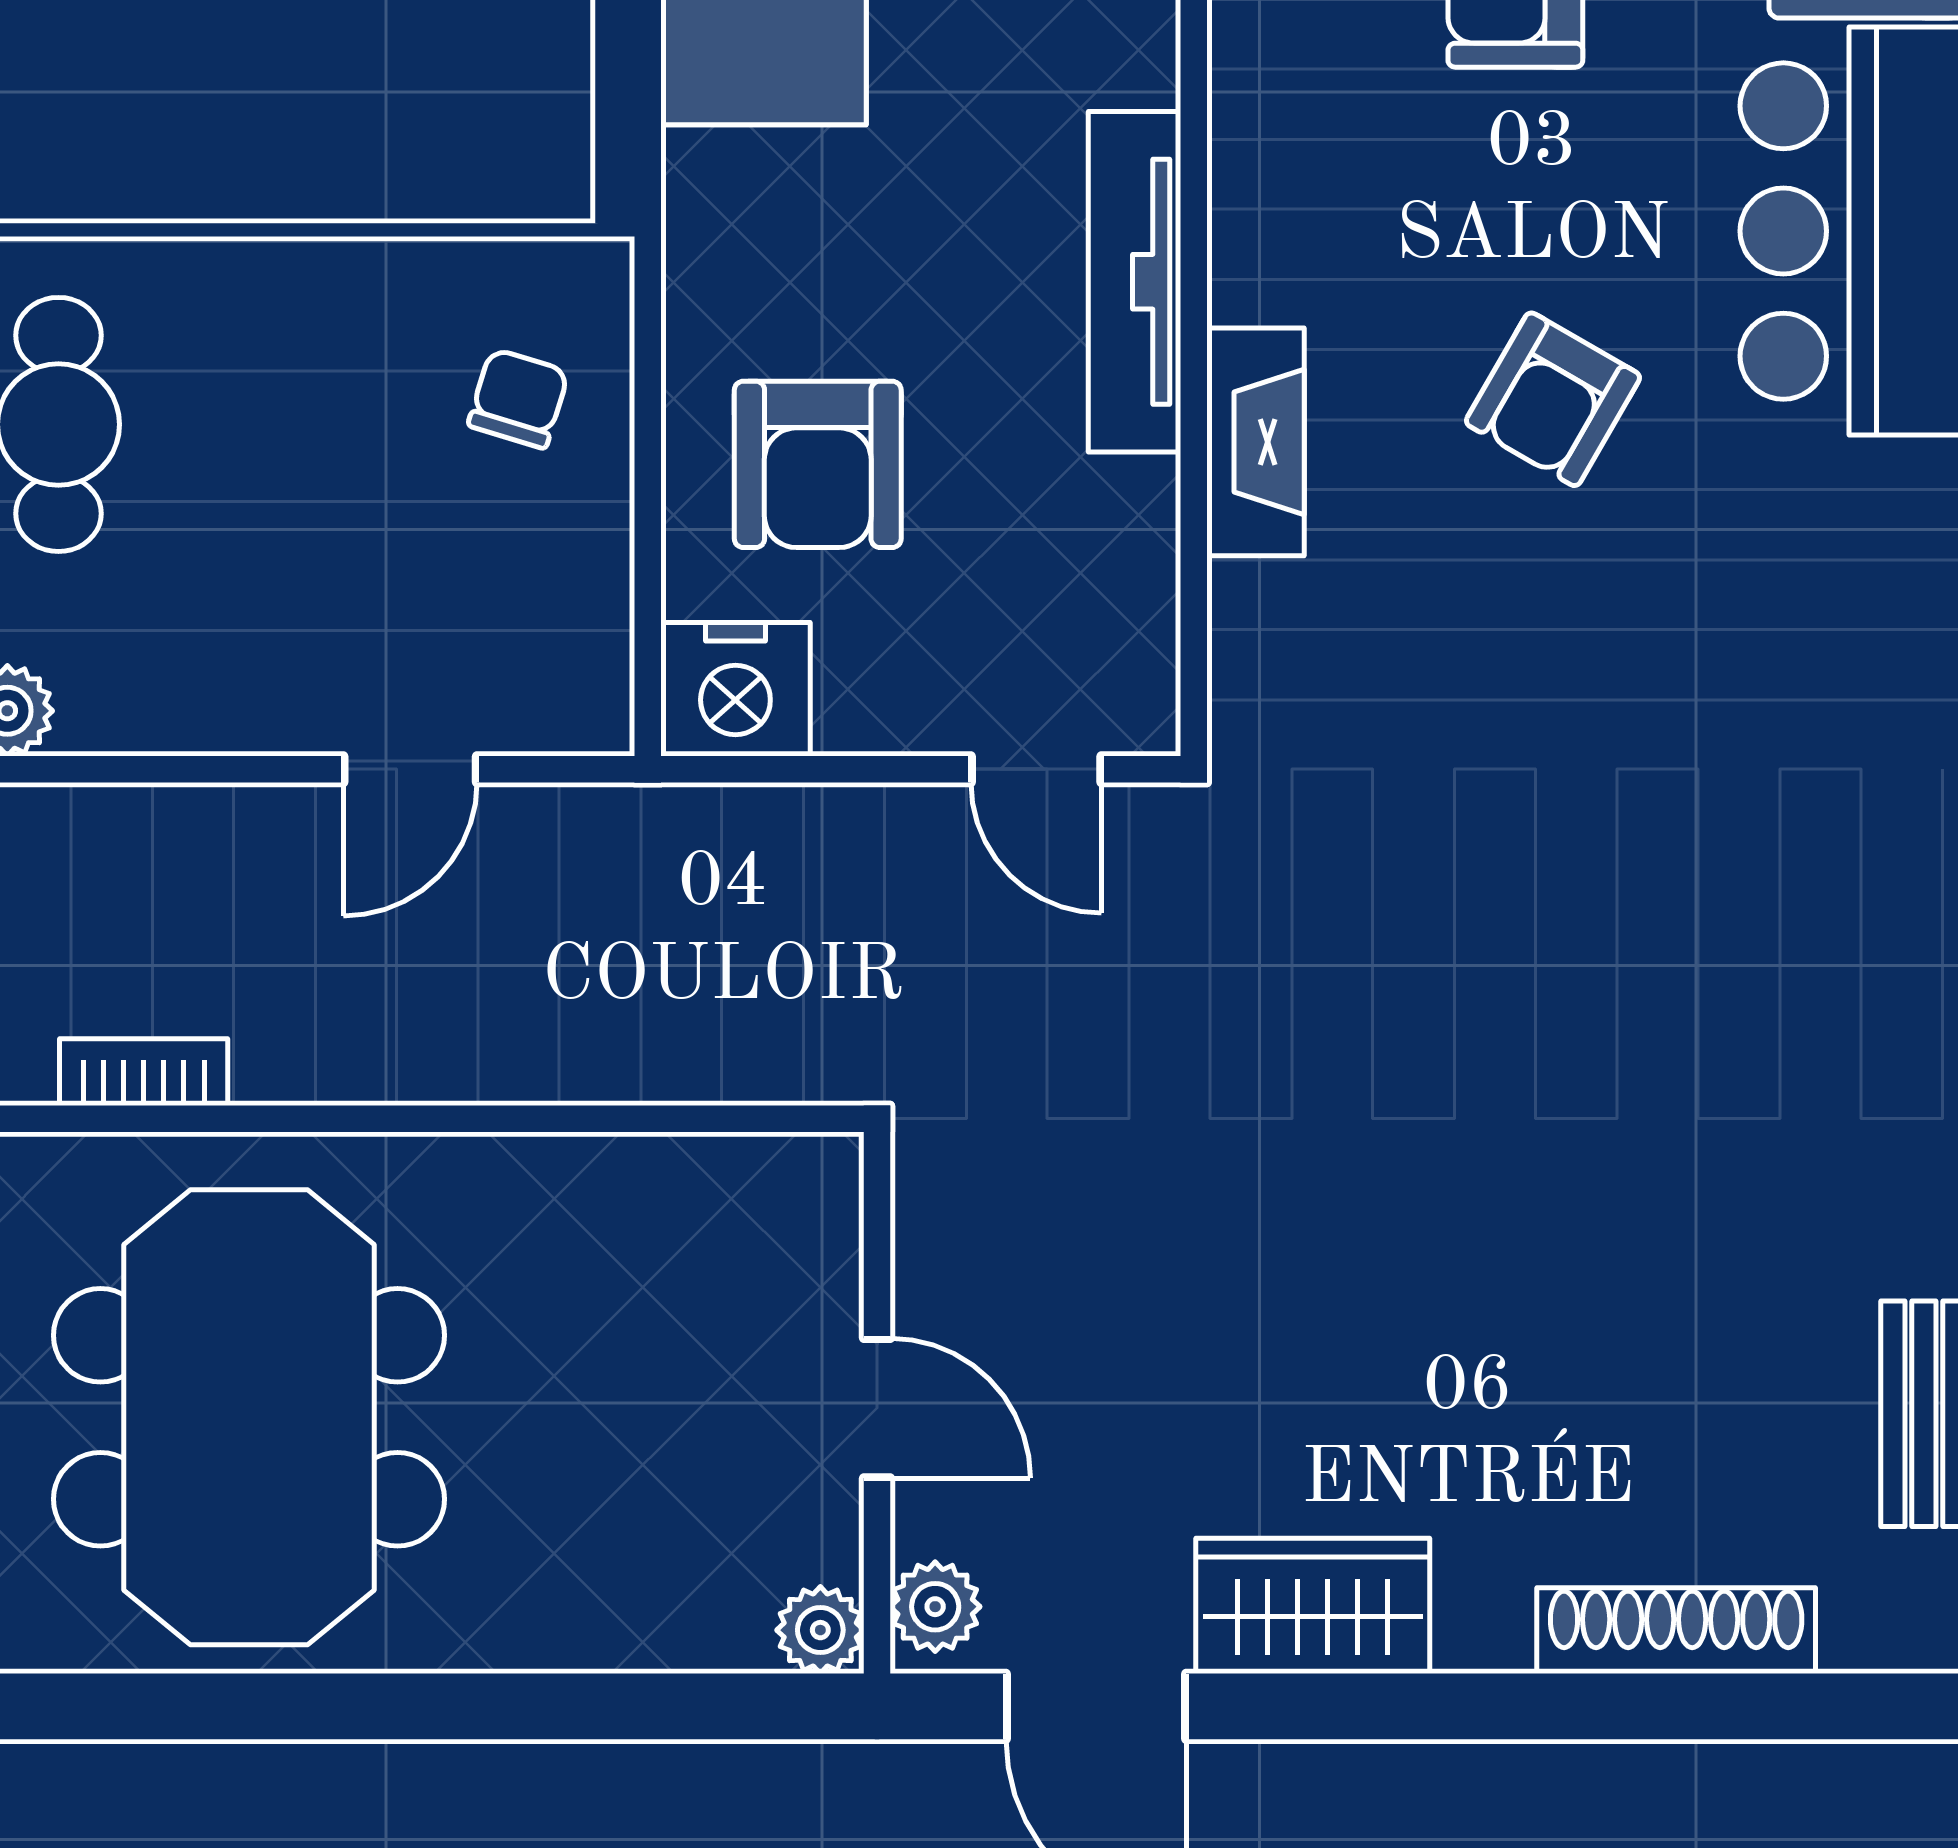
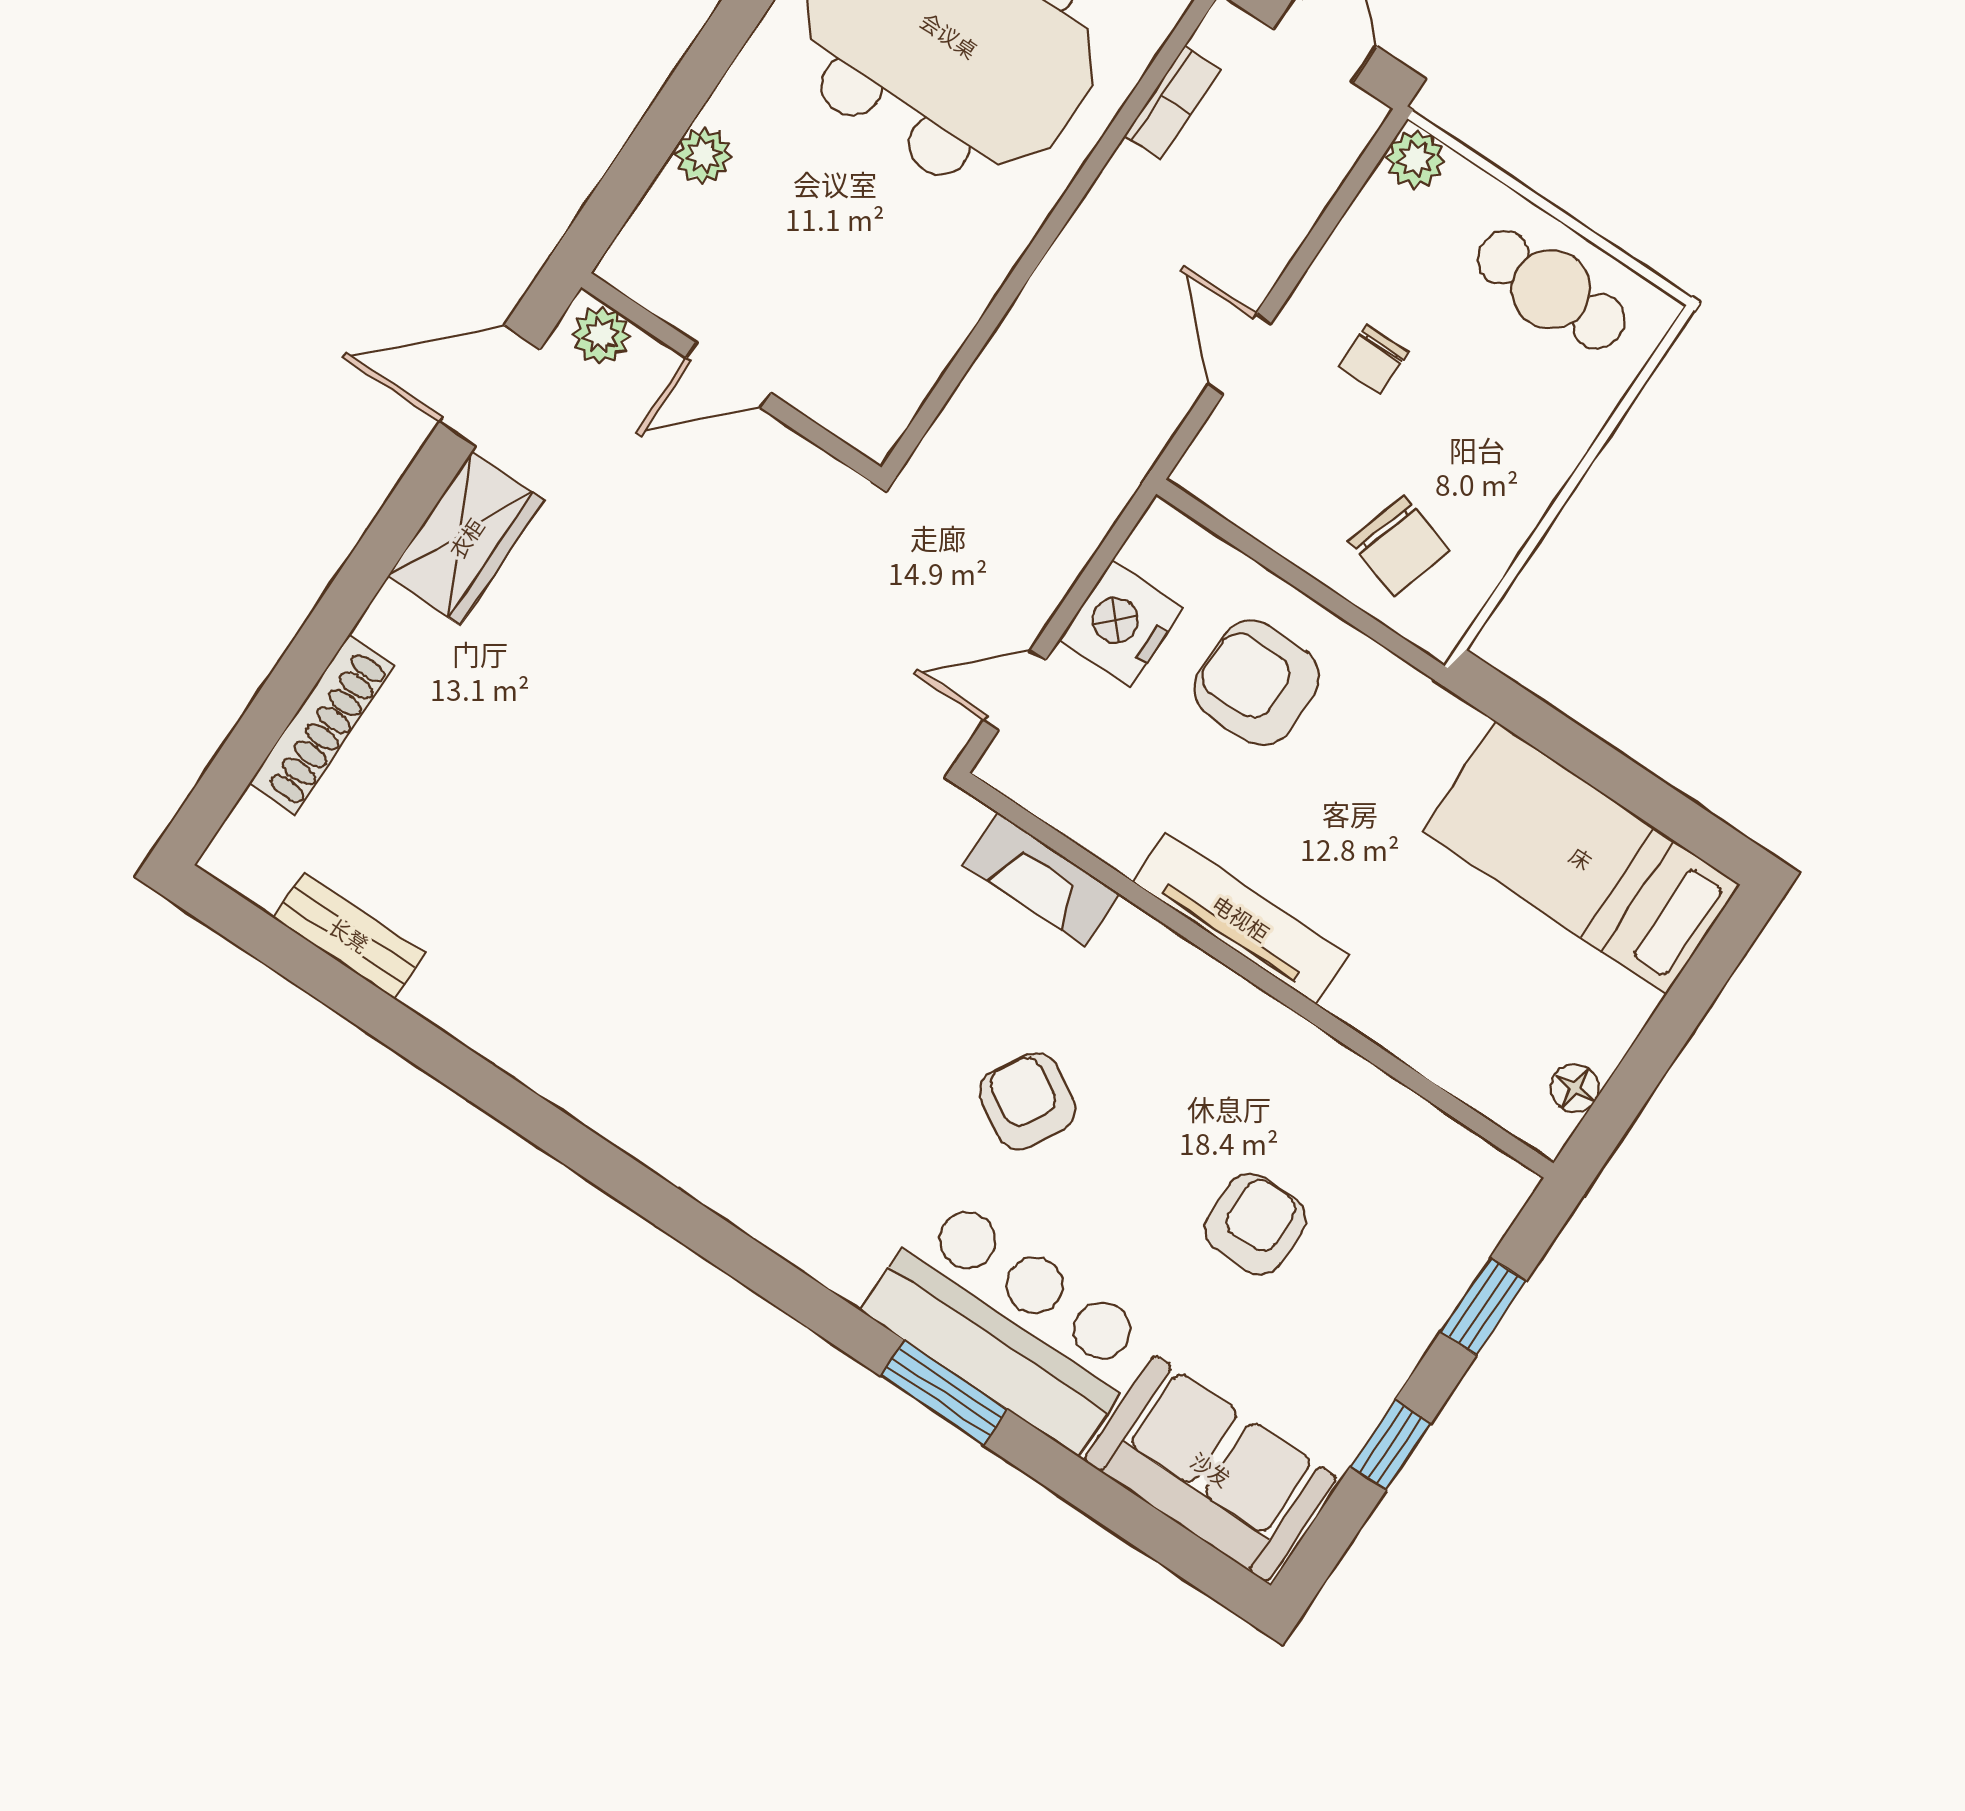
chair: (518, 398) -> (1400, 546), width x1.37, depth x1.37
fireplace: (1256, 442) -> (1042, 879), moved
chair: (301, 593) -> (1373, 359), added
nightstand: (735, 689) -> (1121, 624), moved
plant: (820, 1630) -> (703, 155), moved

